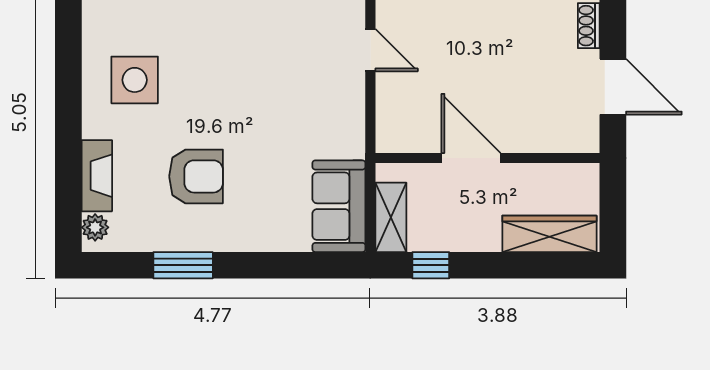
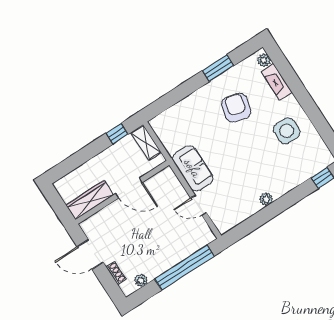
armchair: (196, 176) -> (236, 108), turned 106
sofa: (339, 206) -> (193, 168), moved
wardrobe: (549, 234) -> (90, 200), moved, turned 180

